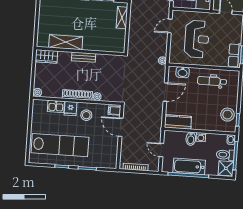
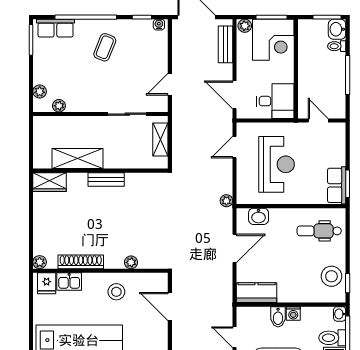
shelving: (66, 42) -> (77, 159), moved
wall: (80, 51) -> (100, 171), moved
wardrobe: (46, 56) -> (50, 182), moved
bench: (84, 57) -> (106, 179), moved
dental chair: (212, 81) -> (319, 231), moved
shoe rack: (77, 95) -> (81, 262), moved
fridge: (71, 109) -> (47, 283), moved
filing cabinet: (114, 111) -> (159, 282), removed

